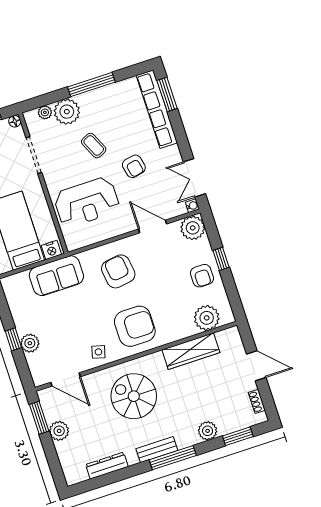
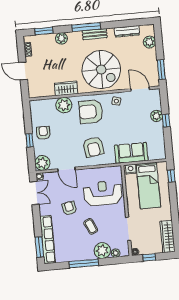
plant: (207, 318) -> (64, 105), moved
wardrobe: (191, 351) -> (66, 88), width x0.67
spiral stairs: (134, 396) -> (101, 70), width x1.37, depth x1.37
plant: (59, 431) -> (149, 42), moved

